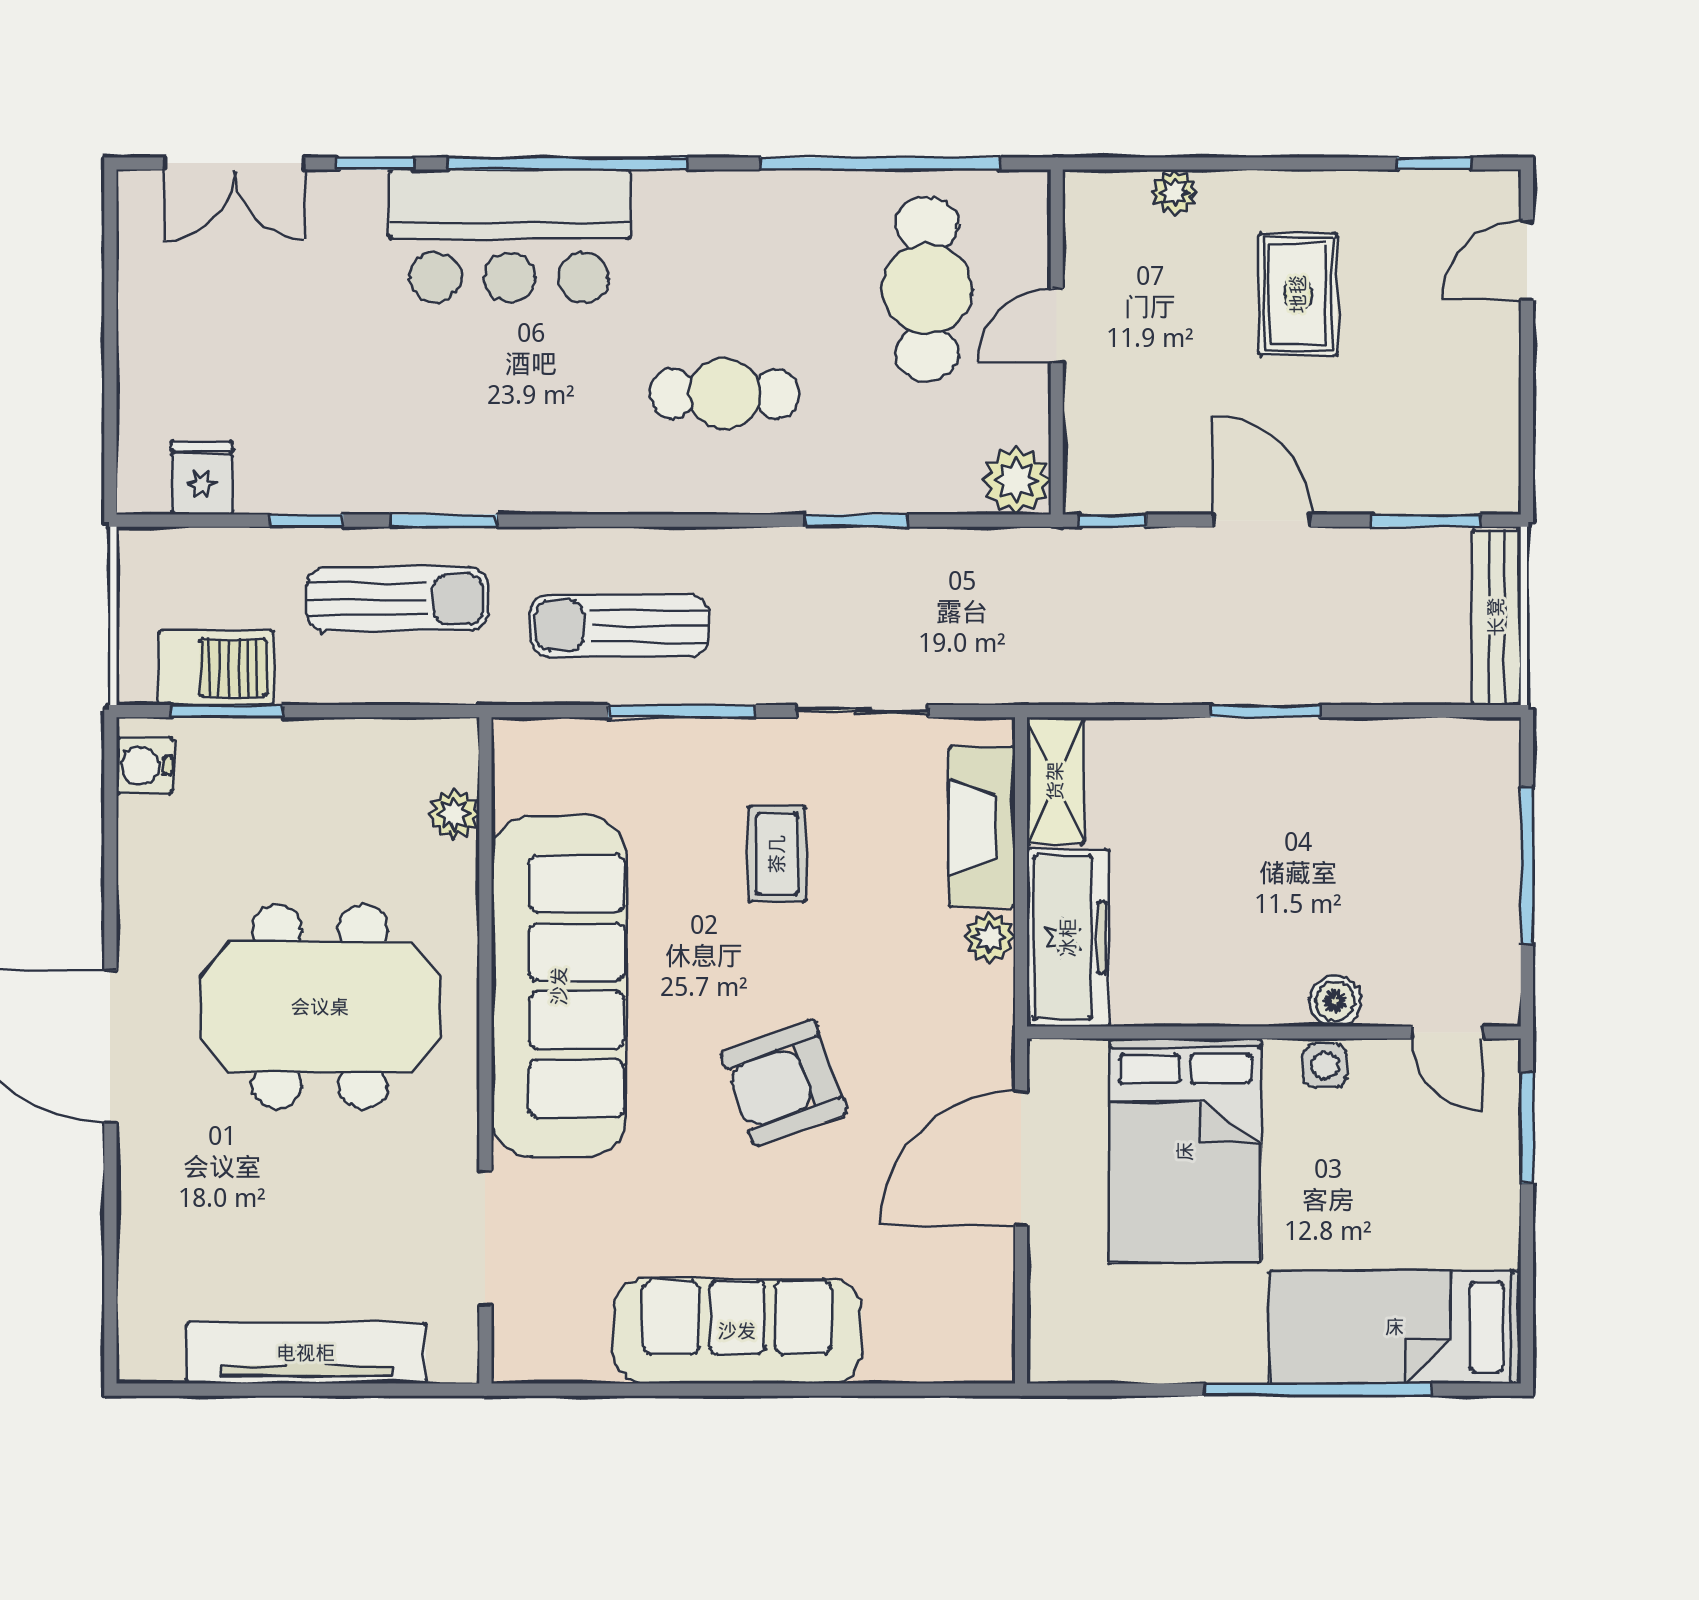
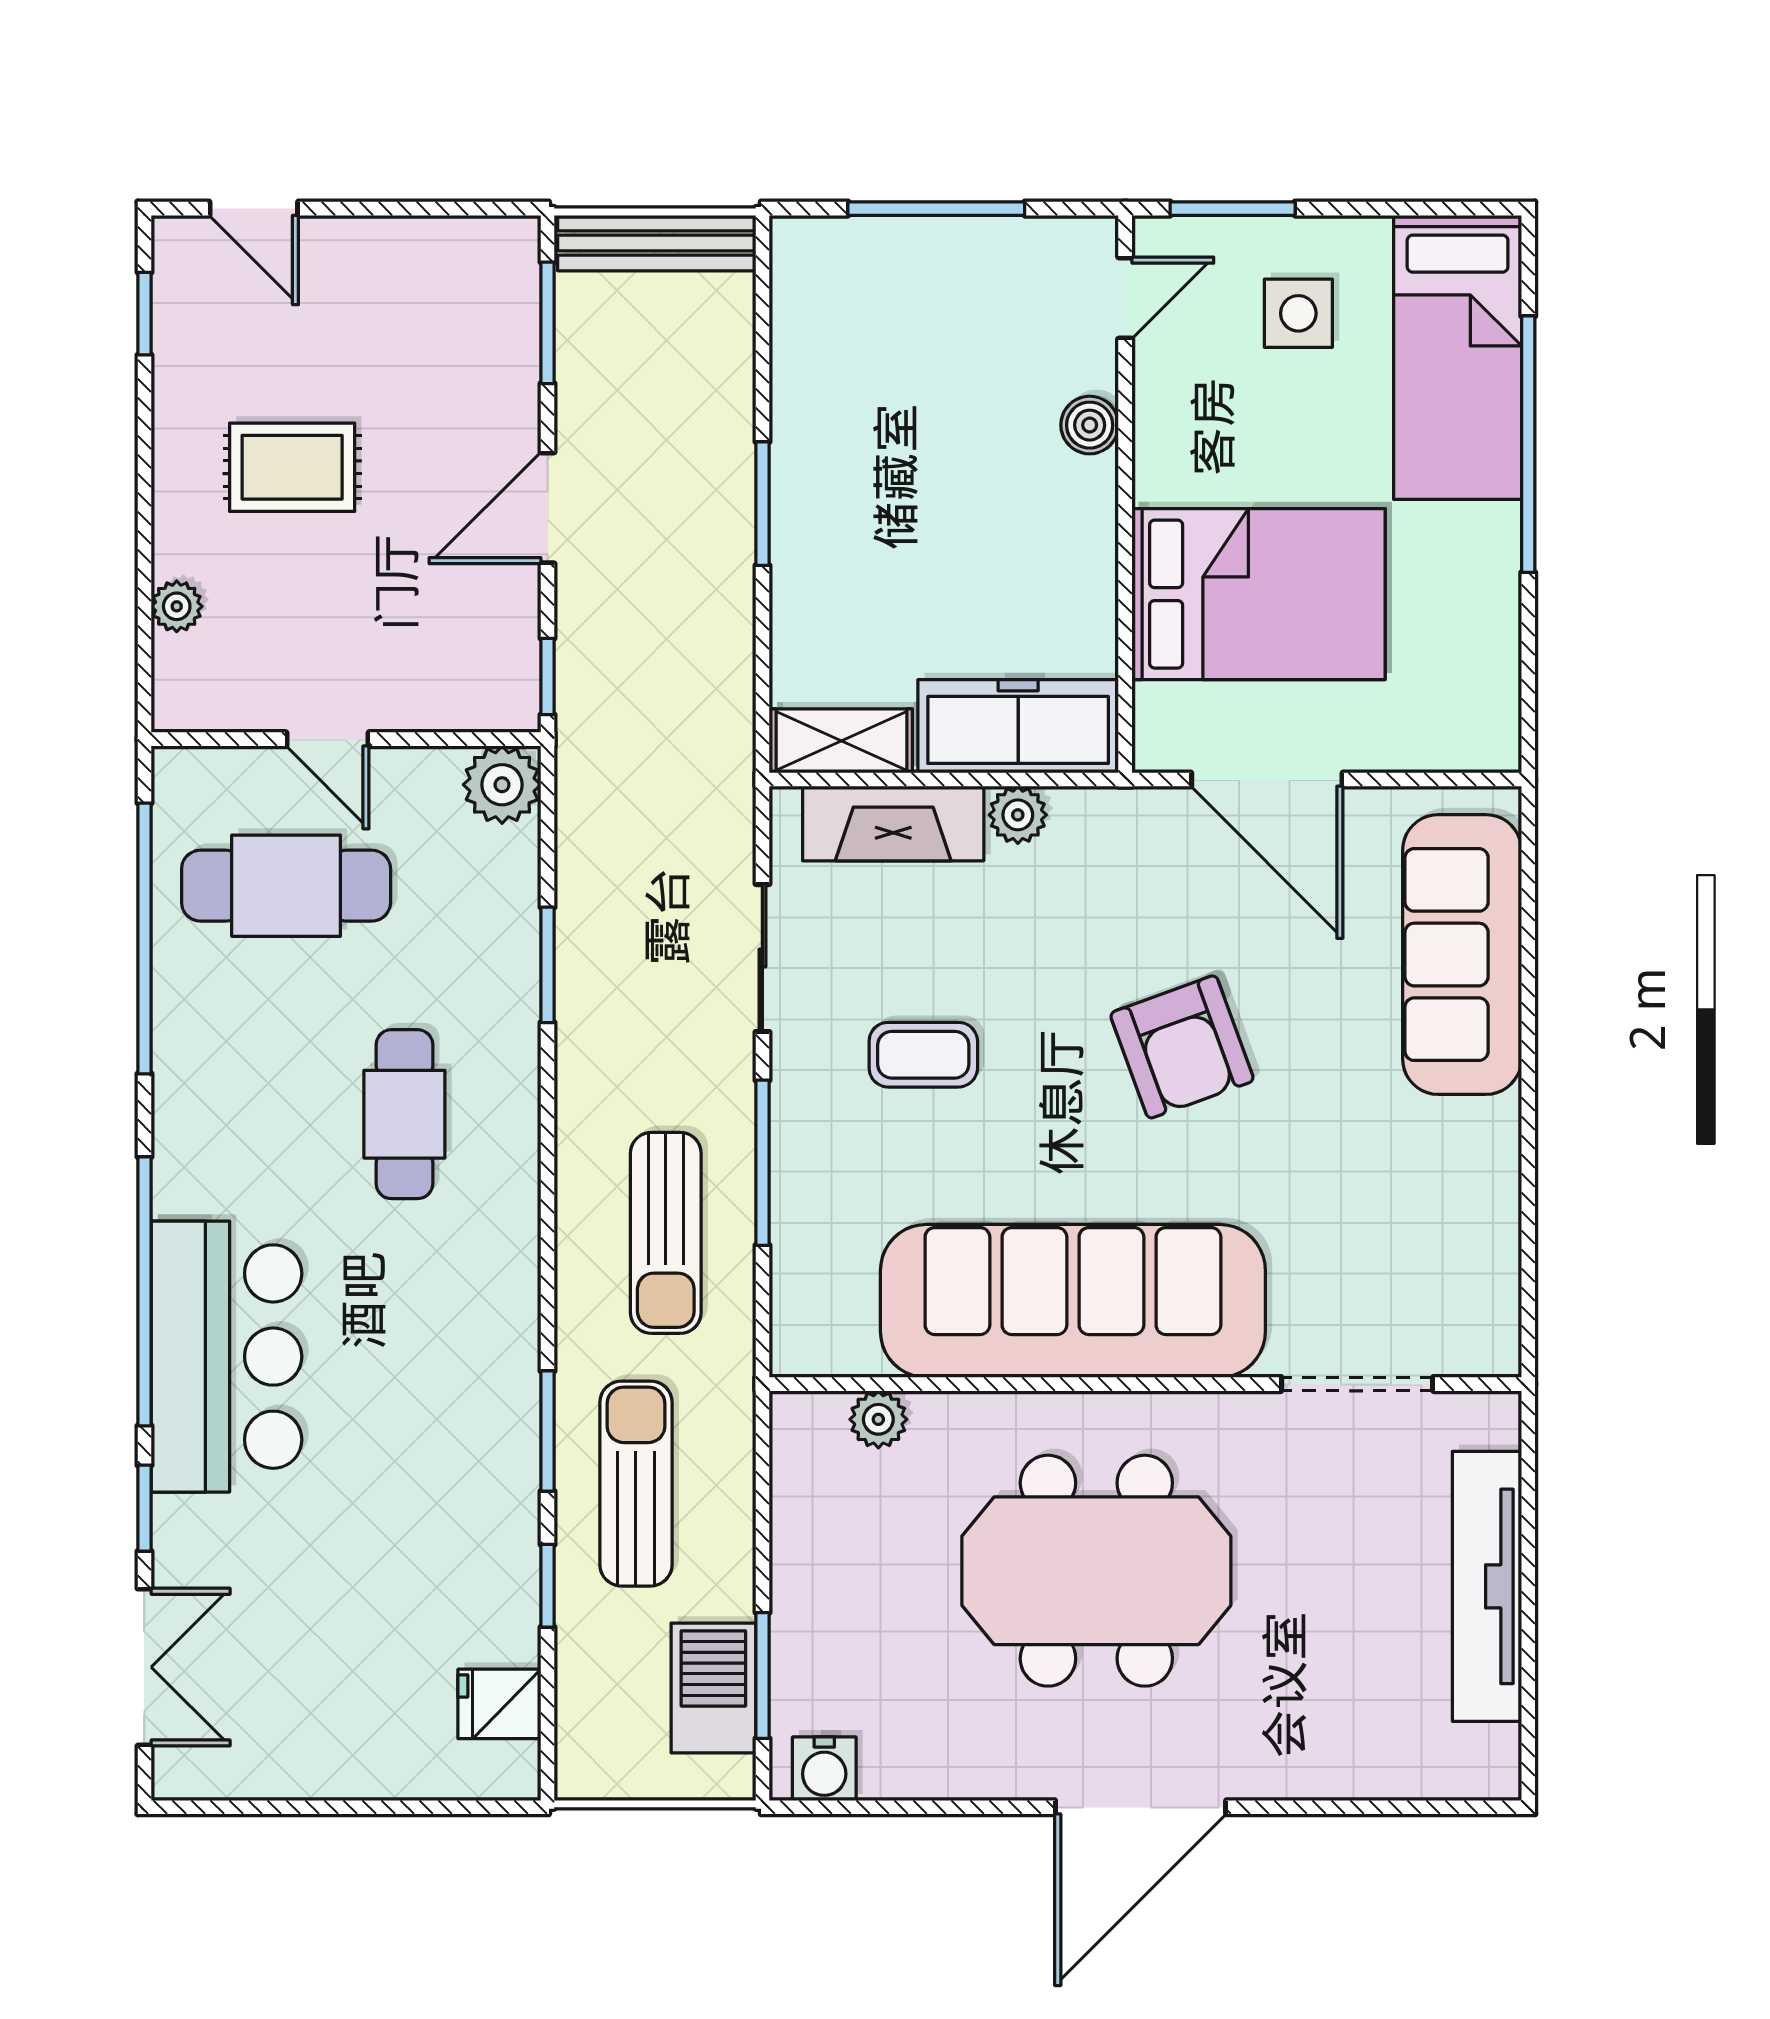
meeting table: (320, 1007) -> (1096, 1571), turned 90
side table: (1325, 1066) -> (1298, 313), moved, width x1.37, depth x1.37
sofa: (737, 1331) -> (1462, 955), moved

